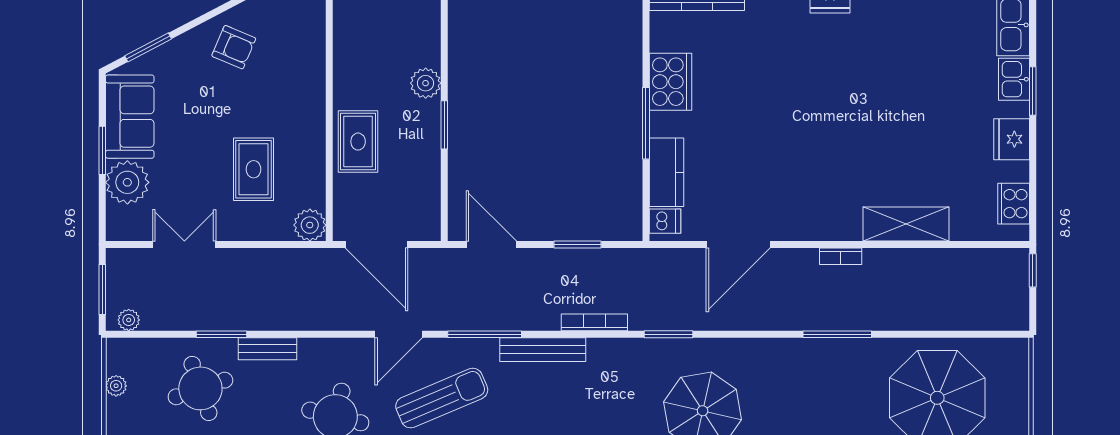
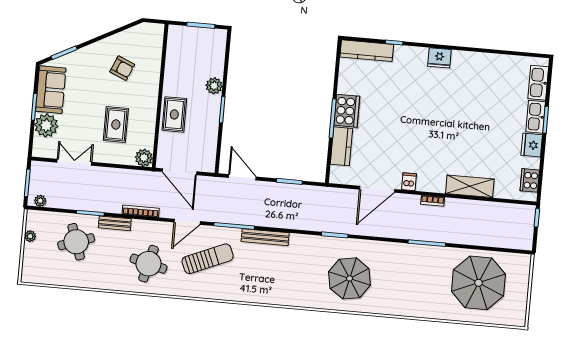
armchair: (234, 47) -> (122, 68), moved
kitchen sink: (1014, 79) -> (536, 117), width x1.38
cooker: (670, 82) -> (347, 111), moved
dishwasher: (665, 221) -> (409, 182), moved, turned -90
bookcase: (594, 322) -> (141, 211), moved

